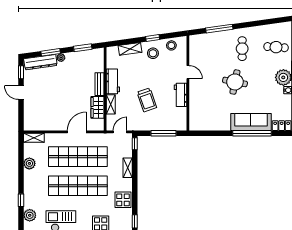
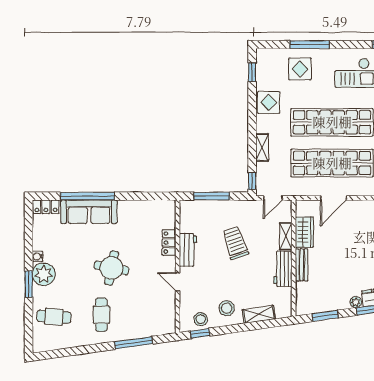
window: (153, 38) -> (200, 333), moved
locker: (194, 100) -> (169, 243), added

